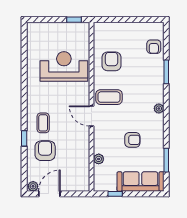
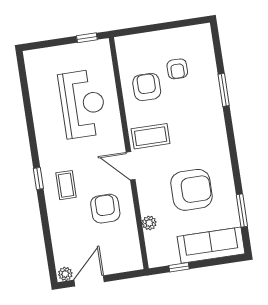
armchair: (154, 47) -> (177, 69), moved
reception desk: (64, 67) -> (83, 104), turned 90
plant: (159, 108) -> (221, 142), removed
window: (24, 138) -> (38, 178), moved
armchair: (132, 140) -> (191, 190), width x1.88, depth x1.88
armchair: (45, 151) -> (105, 209), moved

